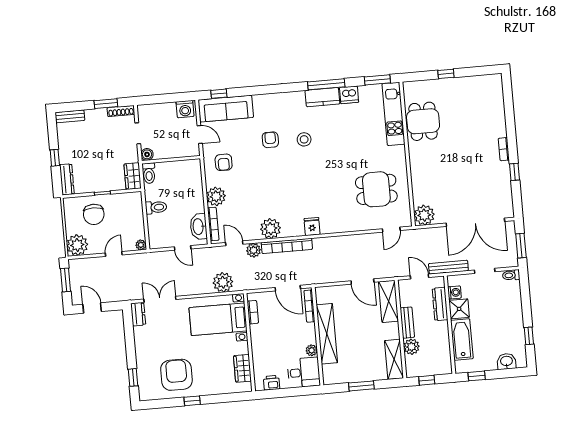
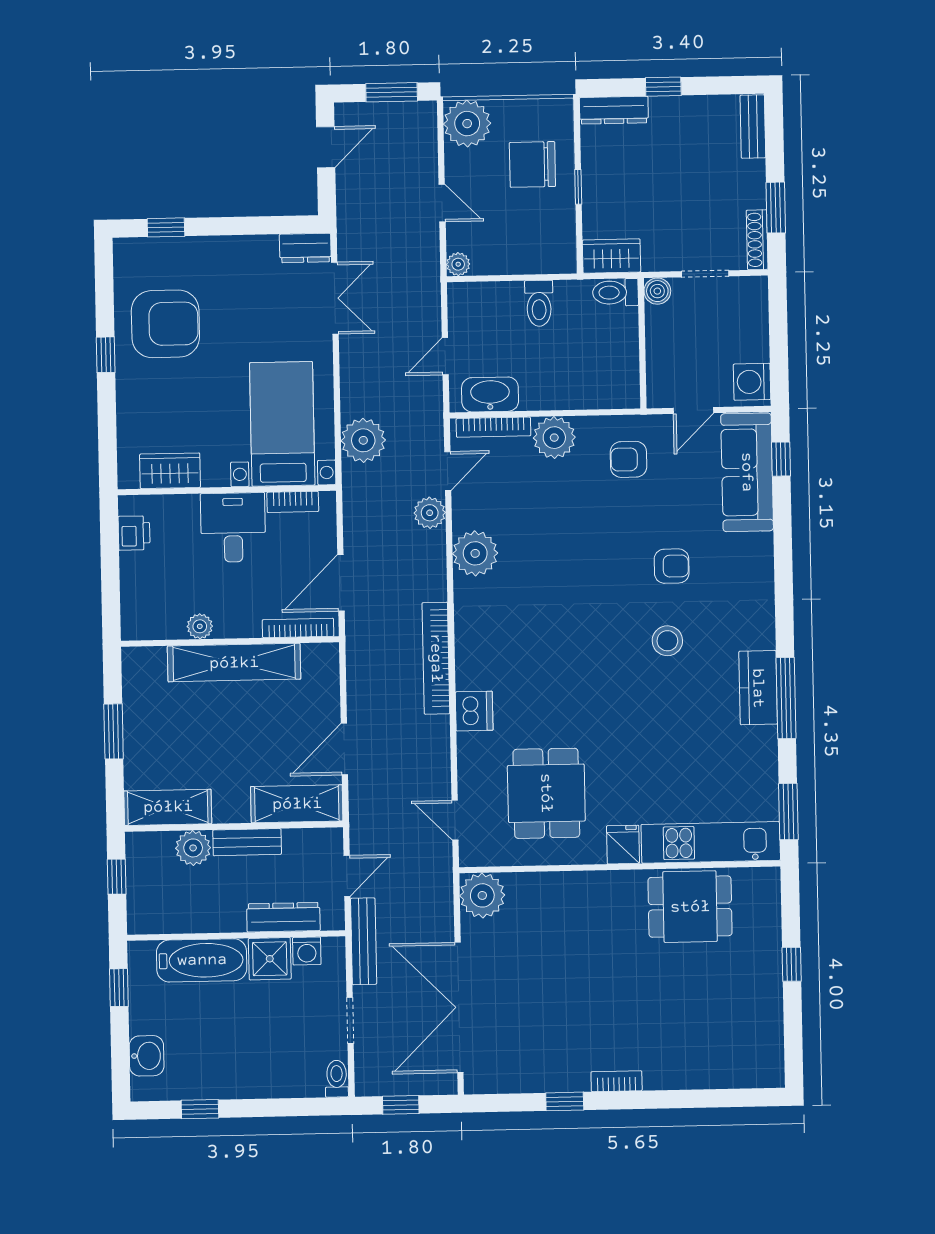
dishwasher: (349, 95) -> (474, 711), moved, turned 180
fridge: (312, 226) -> (623, 845), moved, turned -90
bookcase: (287, 246) -> (436, 658), moved
window: (521, 246) -> (401, 1105), width x0.67
desk: (304, 372) -> (233, 527), moved, turned 180

